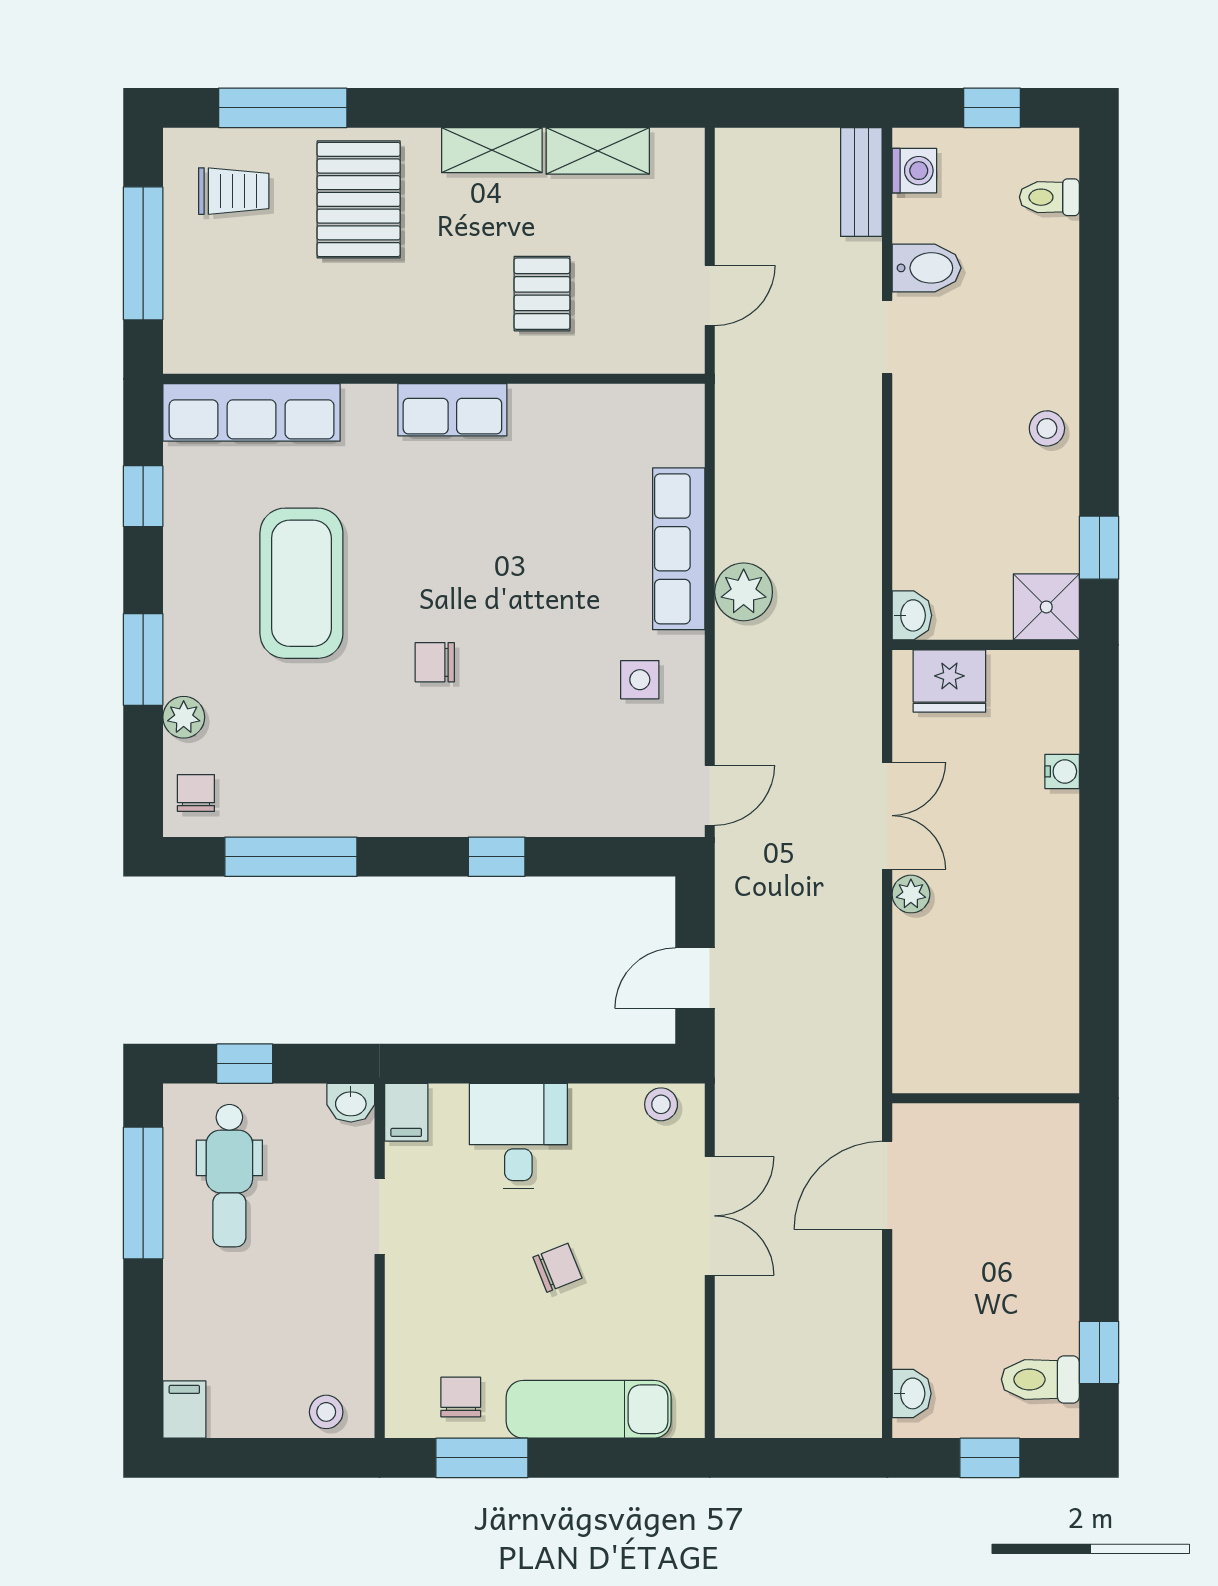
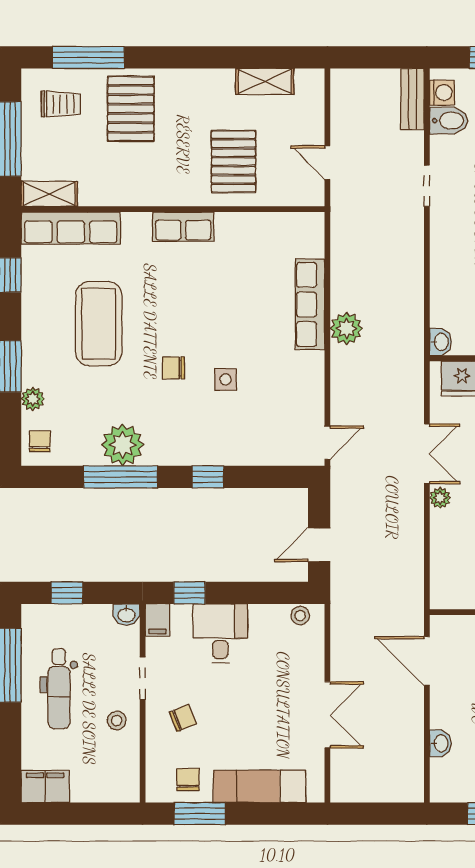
shelving: (492, 150) -> (49, 194), moved
bidet: (927, 268) -> (449, 121), moved
pallet: (542, 294) -> (234, 162), width x1.50, depth x1.42
door: (710, 296) -> (327, 163), swing flipped
side table: (640, 680) -> (226, 379), moved
plant: (344, 799) -> (123, 445), added
window: (291, 857) -> (121, 477), moved
window: (463, 1064) -> (189, 593), added
dental chair: (229, 1176) -> (59, 689), moved
door: (887, 1185) -> (427, 661), hinge flipped
double door: (710, 1216) -> (327, 715), moved
chair: (557, 1268) -> (183, 718), moved
washbasin: (912, 1393) -> (440, 743), moved
filing cabinet: (184, 1409) -> (45, 787), width x2.00
stool: (326, 1412) -> (117, 721), moved

